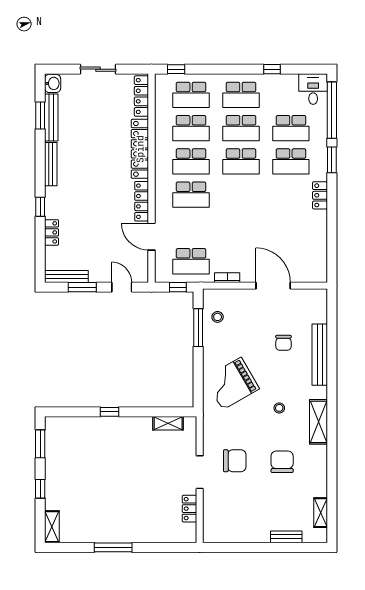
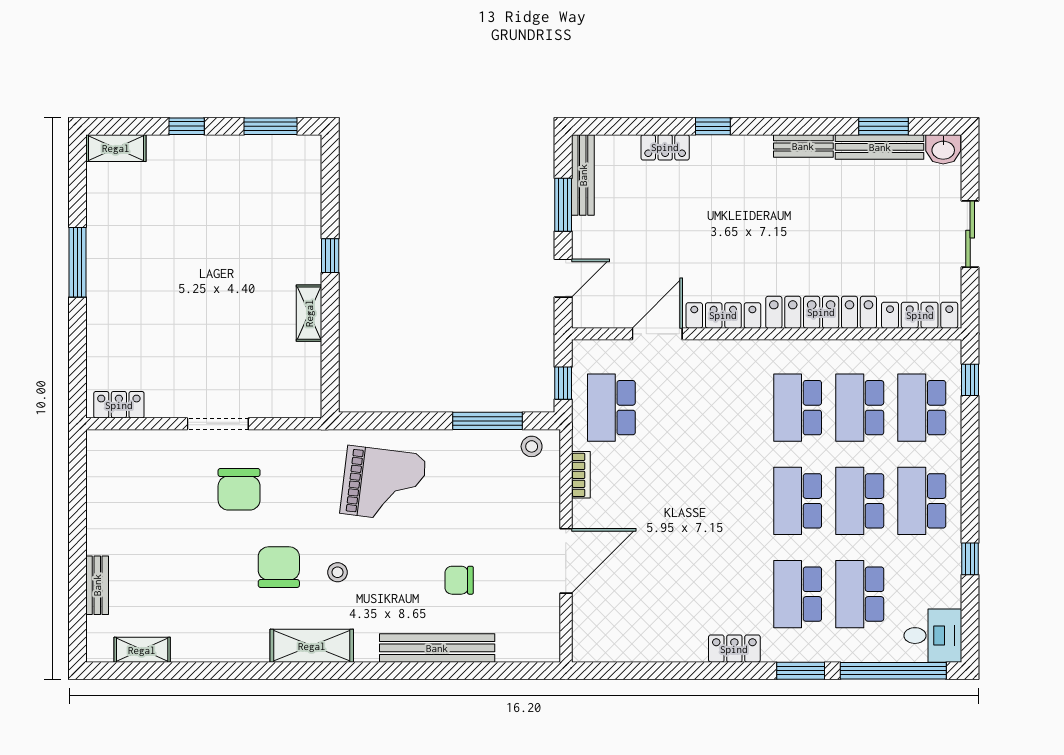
bench: (51, 164) -> (803, 146), width x0.73
school desk: (191, 195) -> (736, 408), removed
stool: (218, 317) -> (532, 446), moved
grand piano: (232, 383) -> (383, 484), turned 127
shelving: (168, 423) -> (309, 313), moved
chair: (282, 462) -> (279, 567), moved, turned -90
locker: (189, 509) -> (119, 405), moved

